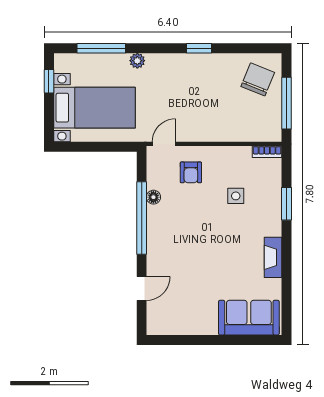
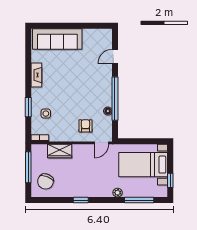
wardrobe: (234, 130) -> (60, 151), added
side table: (236, 196) -> (46, 114), moved
sofa: (249, 318) -> (57, 39), width x1.36

